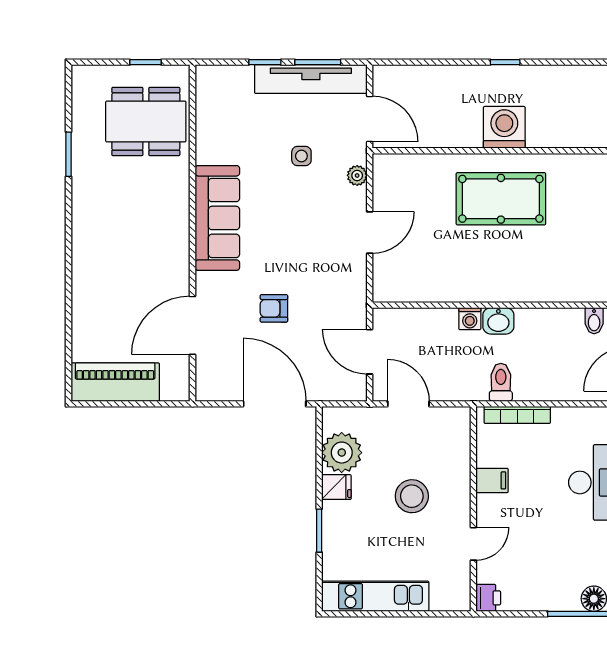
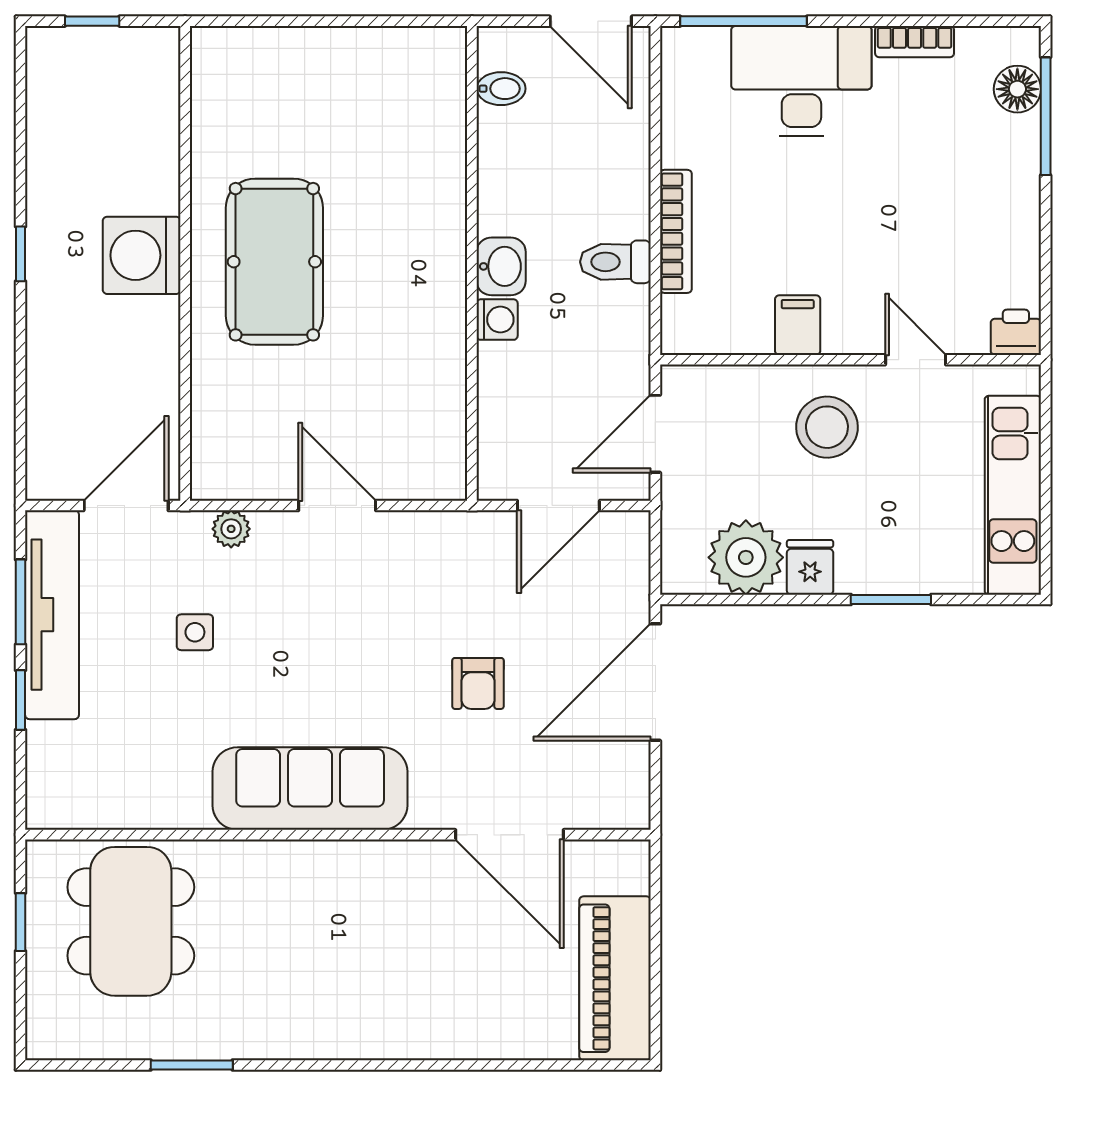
filing cabinet: (492, 480) -> (798, 325), moved
wall: (473, 509) -> (850, 360), moved
door: (473, 544) -> (916, 360), moved
printer: (488, 598) -> (1016, 332), moved

